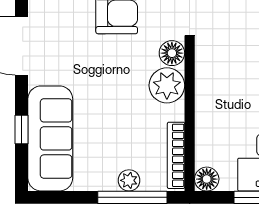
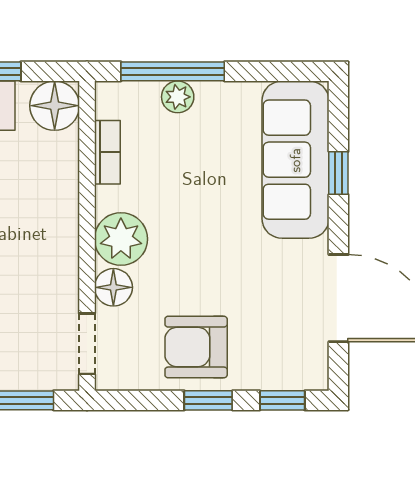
bookcase: (176, 155) -> (107, 152), width x0.64
floor lamp: (207, 179) -> (55, 106), width x1.38, depth x1.38

